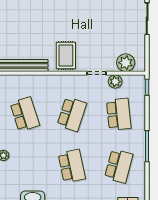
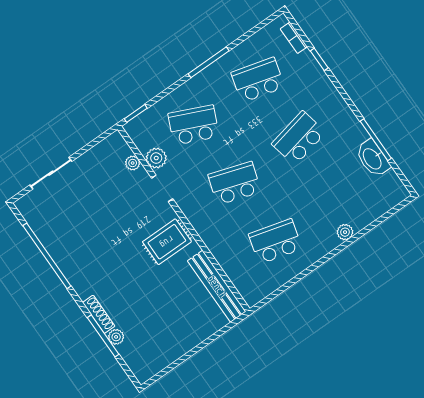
plant: (126, 63) -> (133, 163), width x0.53, depth x0.53
school desk: (25, 114) -> (275, 241), turned 33
school desk: (119, 114) -> (194, 125), turned 30

